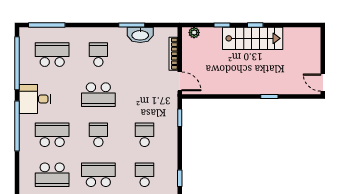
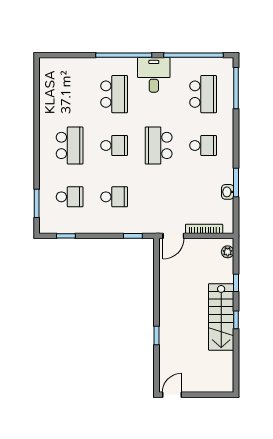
washbasin: (140, 35) -> (228, 192), width x0.52, depth x0.69
school desk: (52, 175) -> (70, 94), removed

